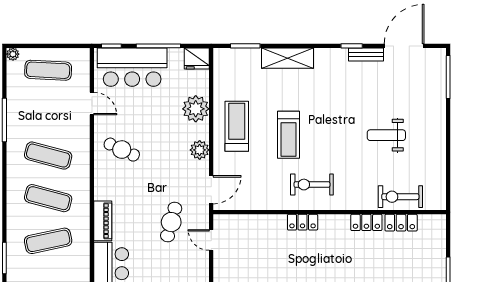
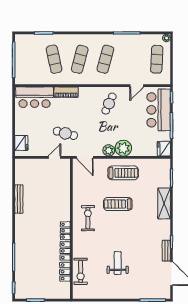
plant: (196, 109) -> (123, 148), moved
exercise bike: (400, 197) -> (81, 271), turned 180
locker: (303, 222) -> (65, 231), moved

